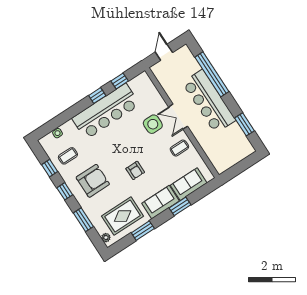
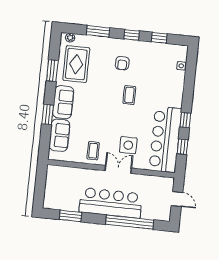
bar counter: (106, 111) -> (165, 139), moved
coffee table: (68, 156) -> (129, 95), moved
armchair: (135, 170) -> (104, 102), removed
armchair: (93, 181) -> (122, 63), width x0.53, depth x0.53

